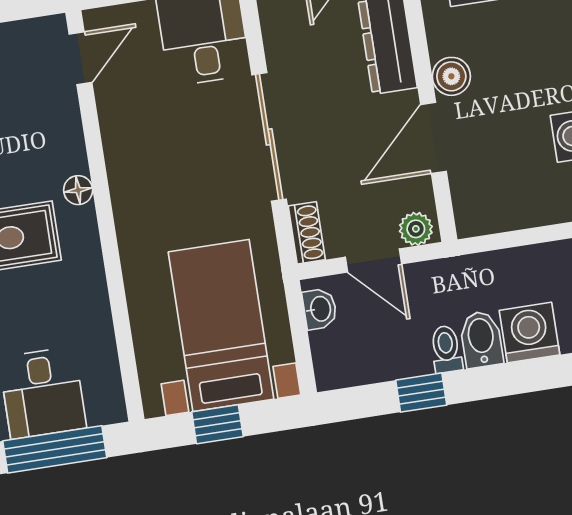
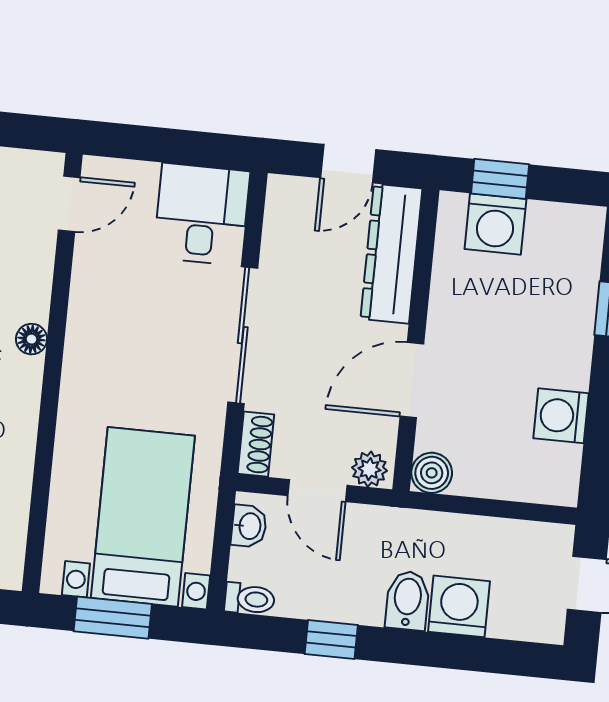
boiler: (451, 76) -> (432, 473), moved
toilet: (446, 349) -> (250, 599), moved, turned 90
window: (217, 424) -> (113, 618), width x1.50

